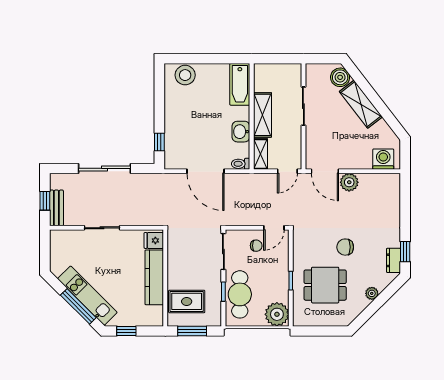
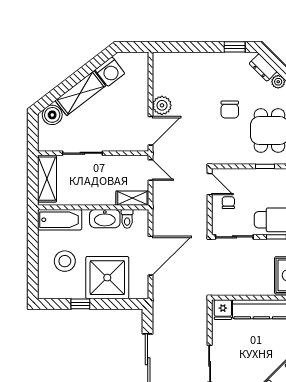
stool: (185, 75) -> (65, 261), moved
shelving: (262, 115) -> (47, 179), moved, turned 90
shower: (184, 130) -> (107, 278), added
washbasin: (241, 132) -> (105, 219), width x1.38
window: (159, 142) -> (80, 304), moved
washing machine: (383, 159) -> (110, 72), moved, turned -128
toilet: (241, 164) -> (127, 219), moved
dresser: (393, 260) -> (263, 67), moved, turned 45

